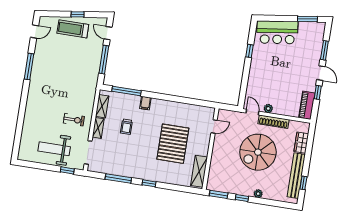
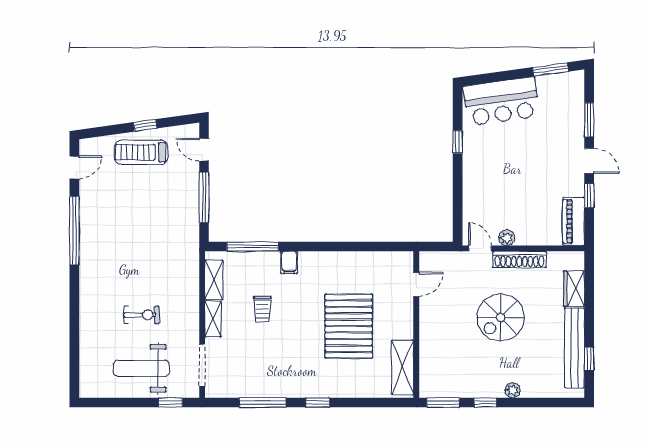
window: (29, 67) -> (74, 231), width x1.46
exercise bike: (74, 120) -> (141, 315), moved
spiral stairs: (258, 152) -> (501, 317), width x0.73, depth x0.73

